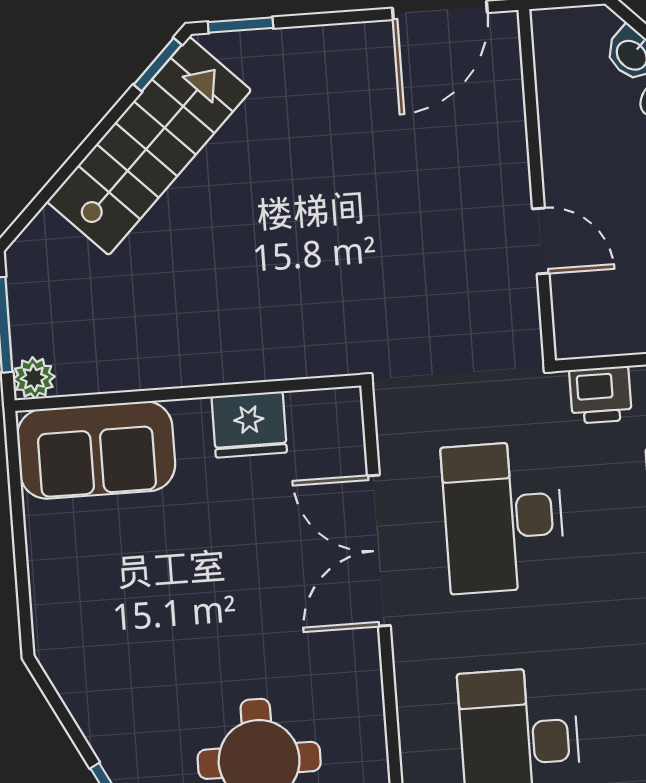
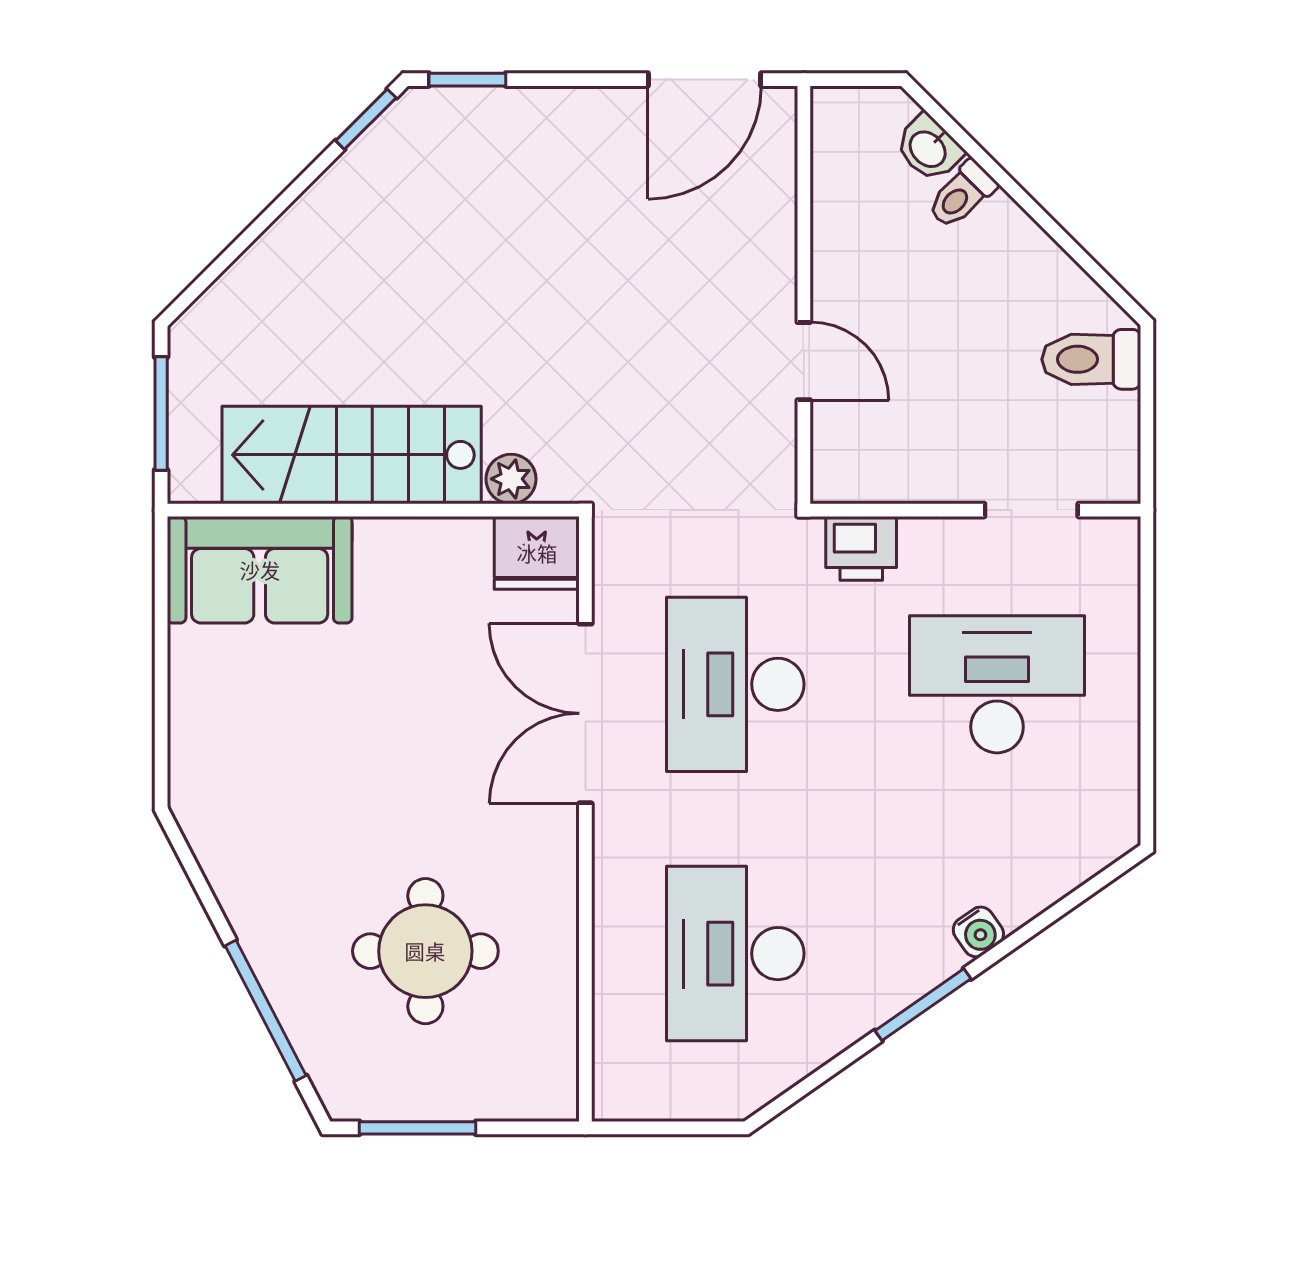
stairs: (149, 146) -> (352, 455), moved, turned -135
plant: (34, 378) -> (511, 479), moved
fridge: (249, 424) -> (537, 553), moved

